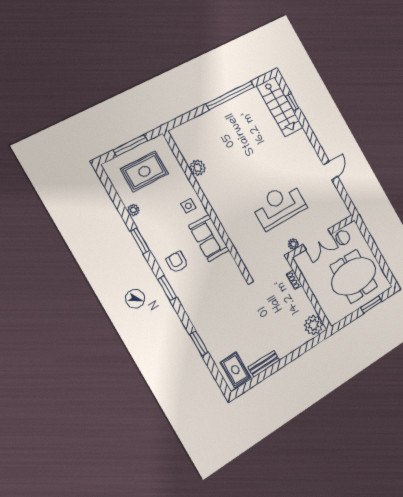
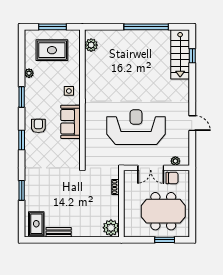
plant: (198, 168) -> (91, 45), moved
door: (331, 171) -> (192, 123), hinge flipped
reception desk: (279, 206) -> (136, 127), width x1.36, depth x1.30
plant: (293, 244) -> (175, 161), moved

